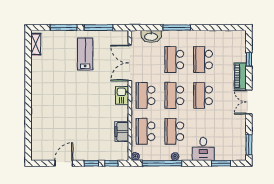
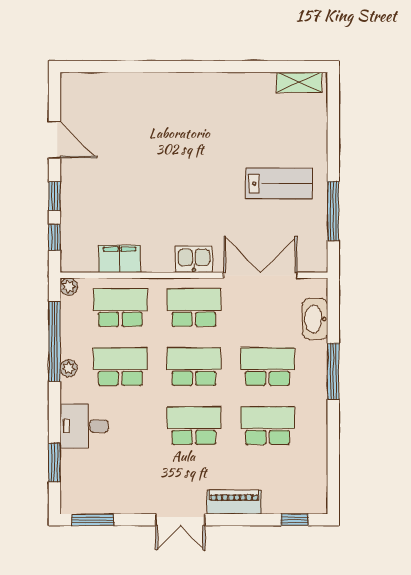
window: (64, 28) -> (333, 139), removed
window: (249, 59) -> (295, 520), moved
double door: (249, 102) -> (180, 520), swing flipped

